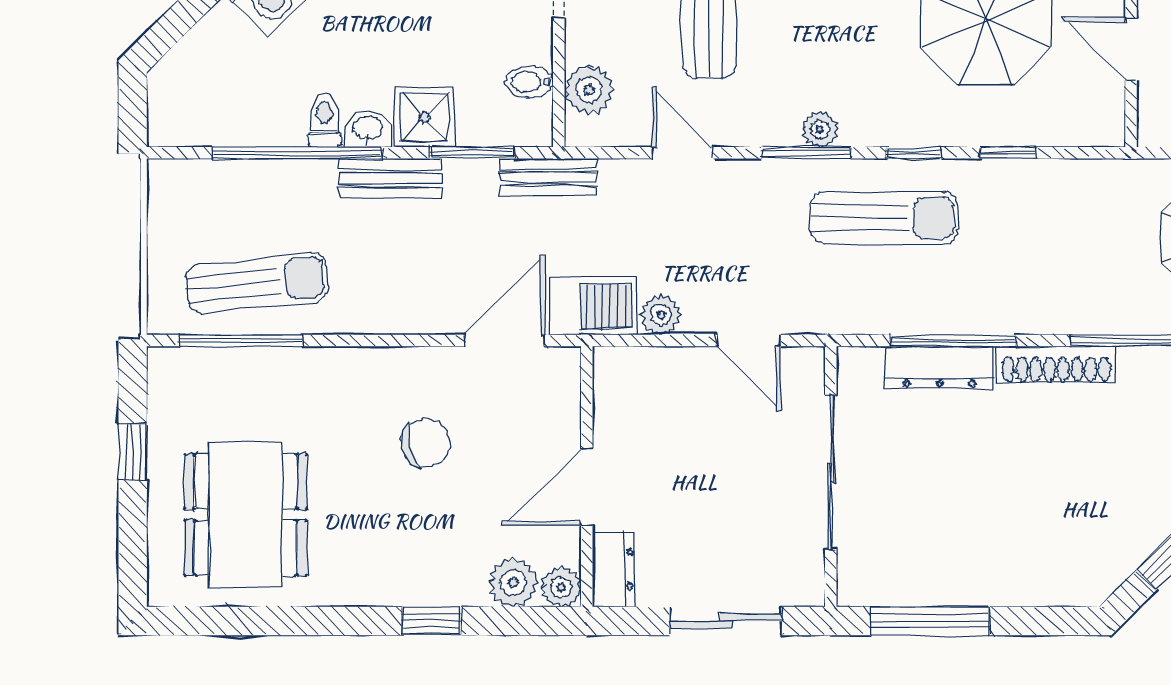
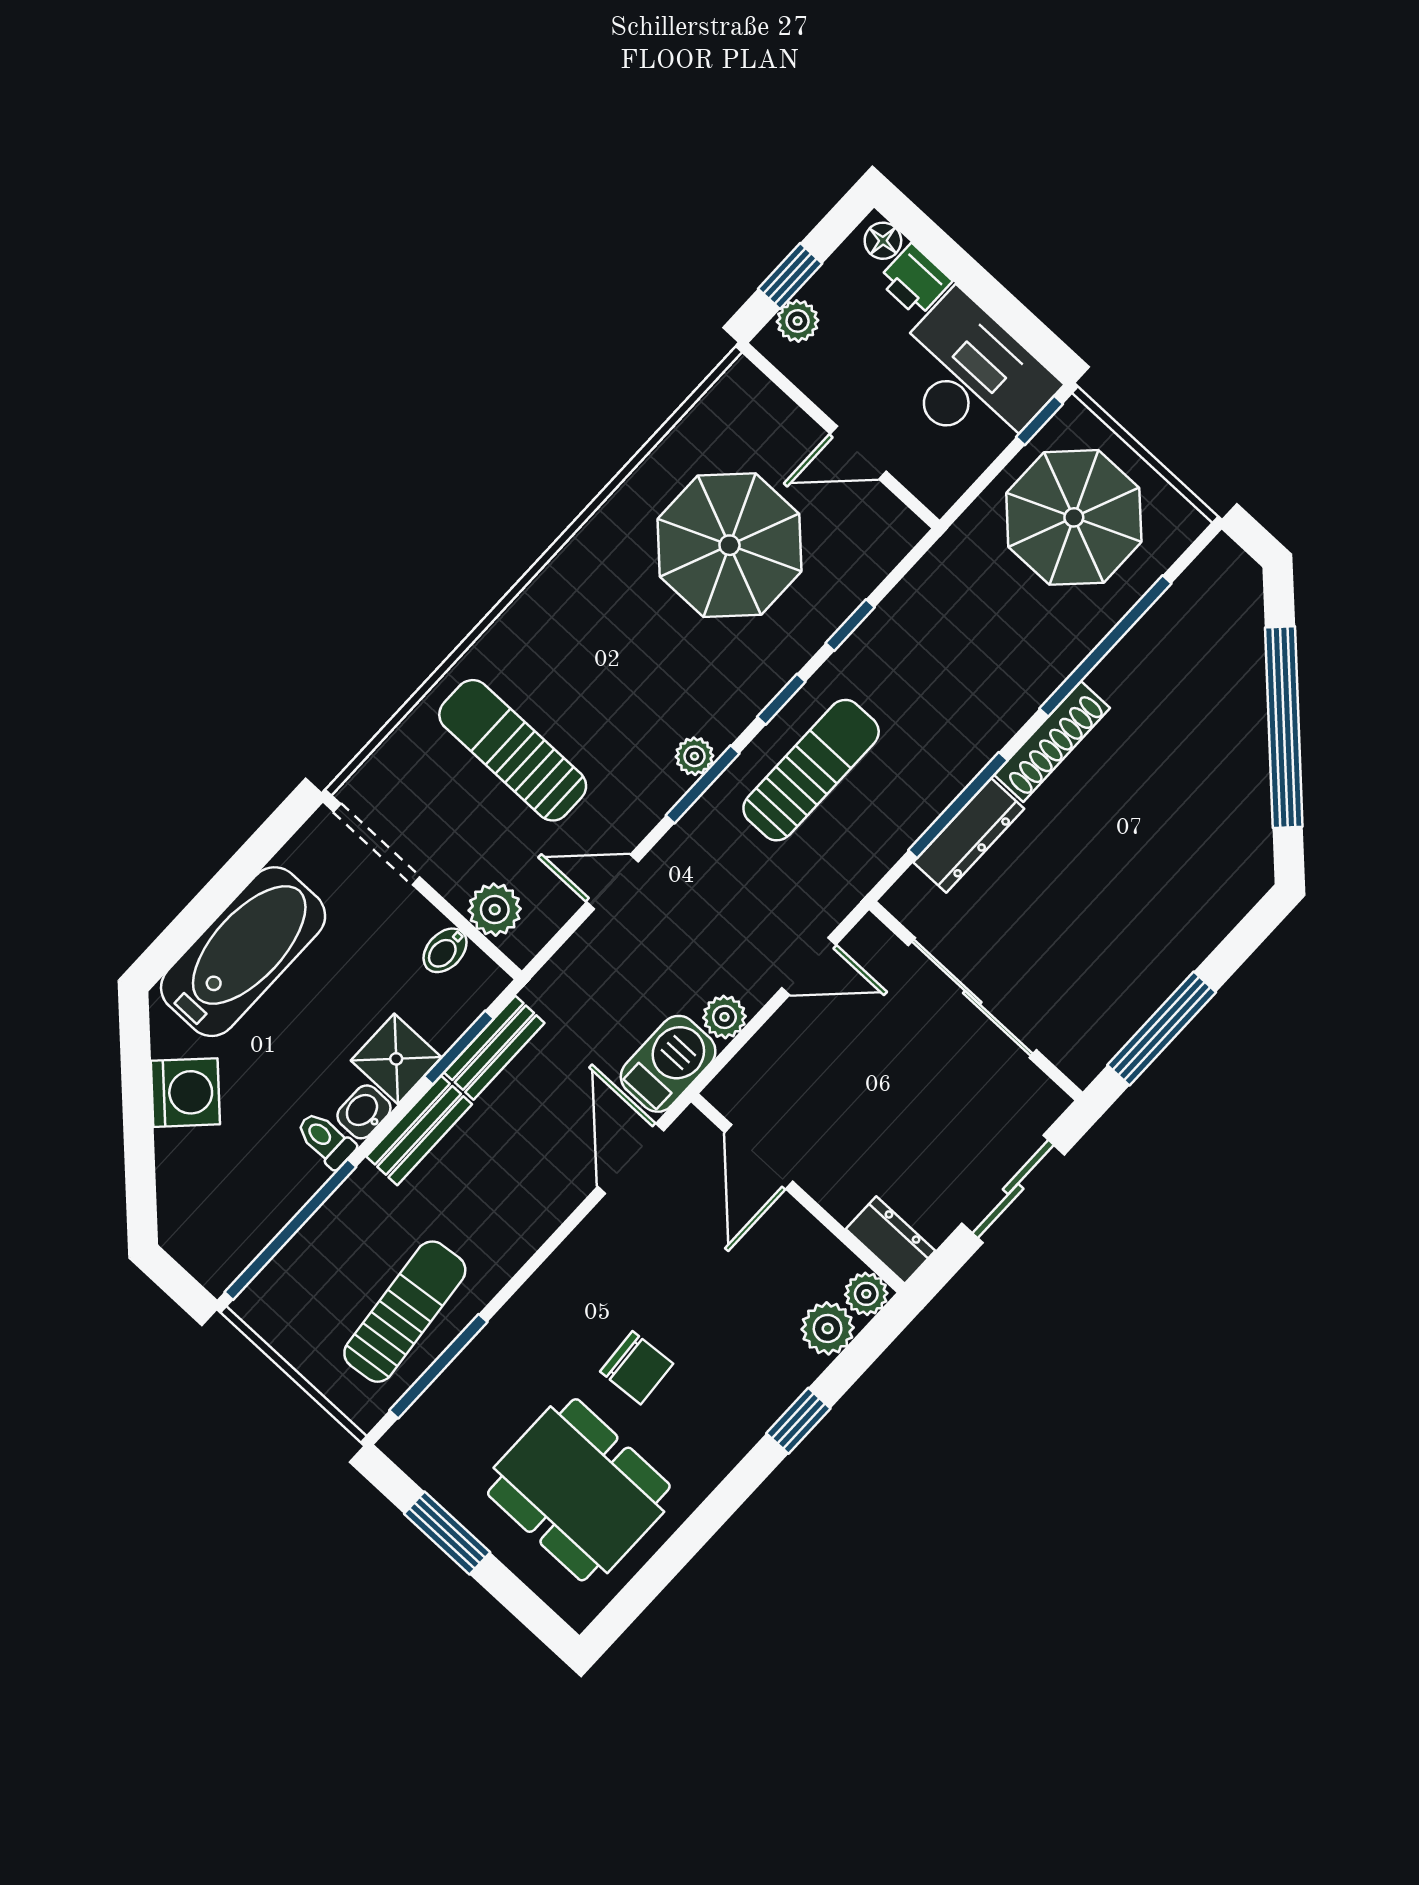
window: (297, 153) -> (290, 1230), moved
bench: (548, 177) -> (494, 1048), moved
chair: (426, 443) -> (637, 1368), moved, turned 100
window: (133, 452) -> (447, 1533), width x1.50
door: (587, 487) -> (759, 1157), moved

